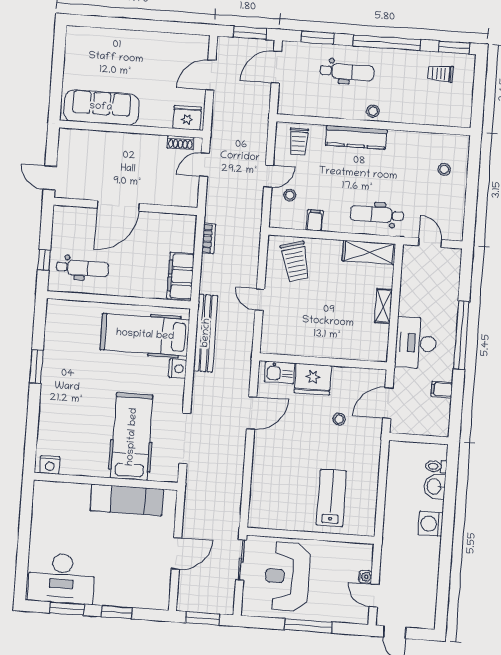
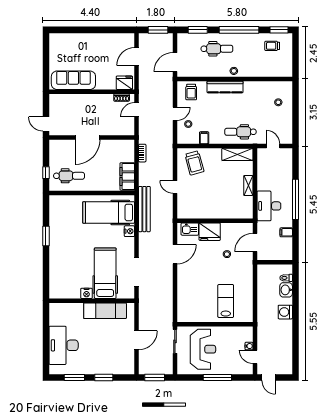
door: (276, 67) -> (175, 62), moved
nightstand: (50, 465) -> (87, 293), moved
reception desk: (287, 577) -> (203, 349), turned 180
desk: (62, 578) -> (64, 345), moved, turned 90

